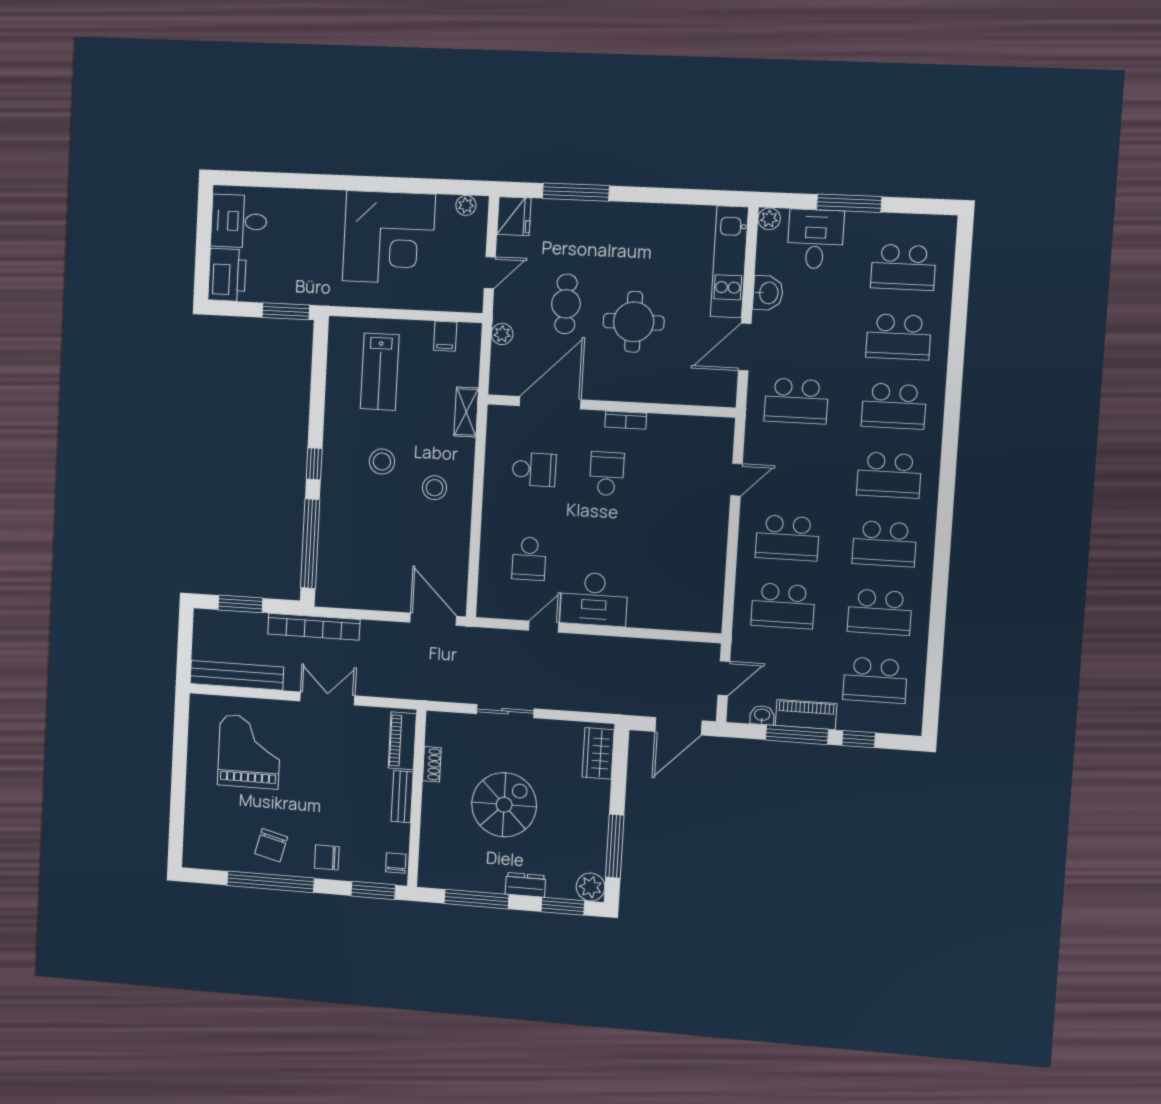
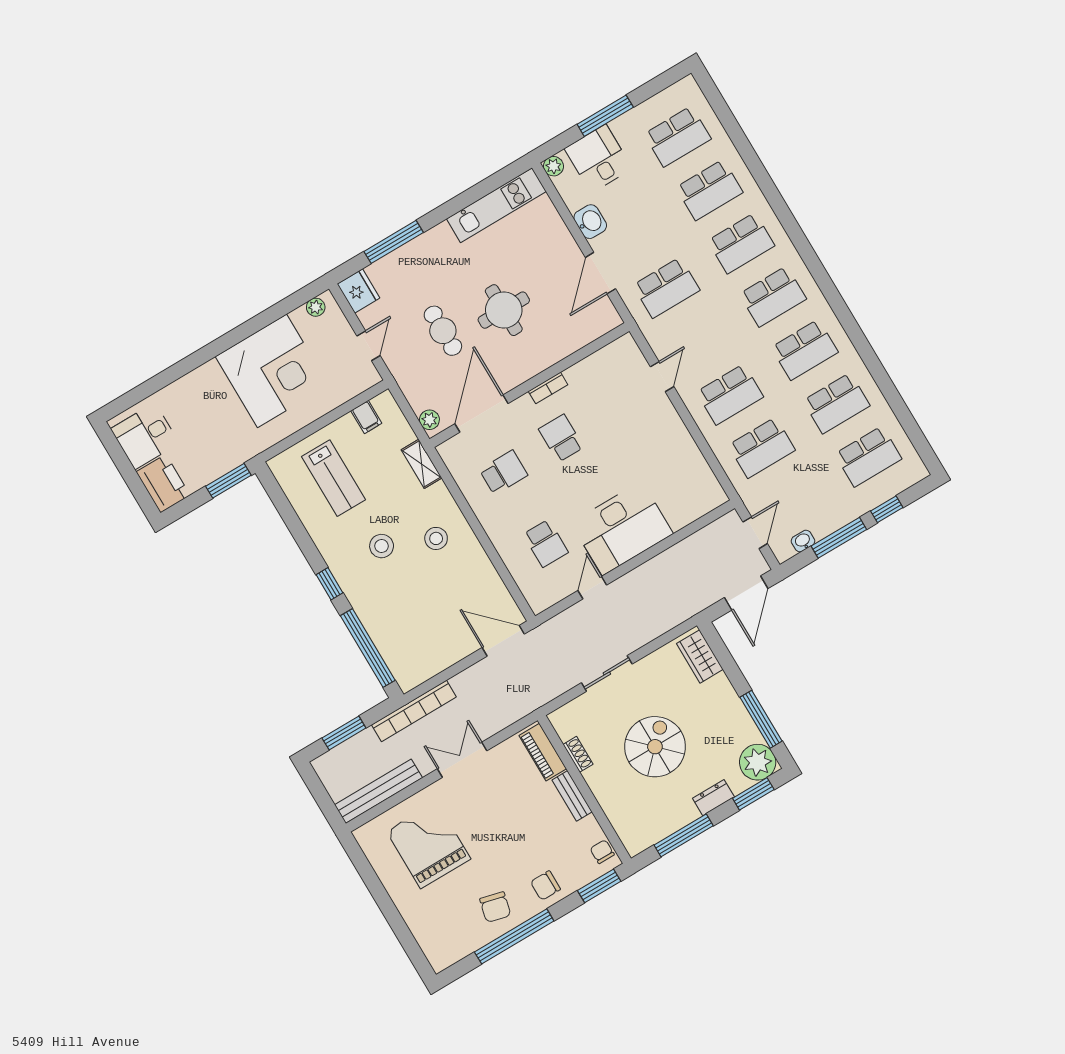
kitchen unit: (729, 262) -> (496, 205), moved, turned -90
plant: (502, 334) -> (429, 420), moved
desk: (594, 599) -> (622, 528), width x1.36, depth x1.30
piano: (806, 715) -> (835, 518), removed
plant: (591, 887) -> (758, 762), width x1.36, depth x1.36

